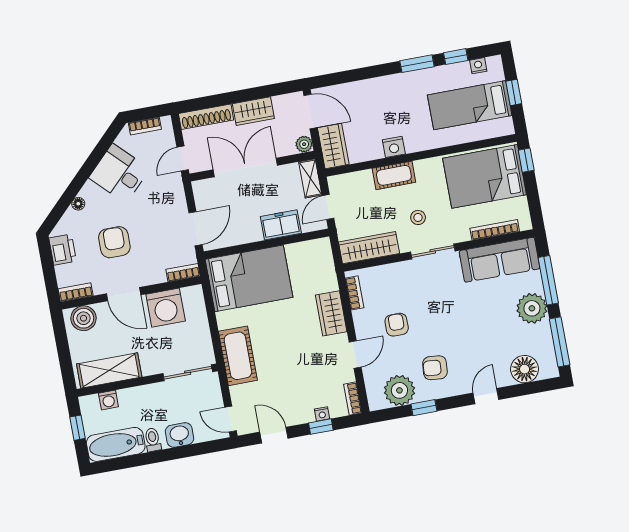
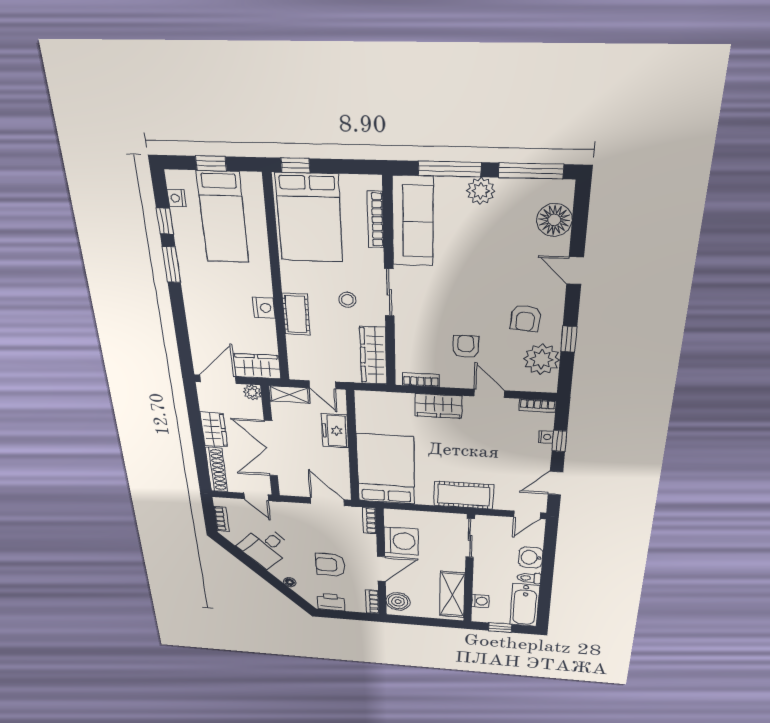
plant: (532, 308) -> (481, 191), width x0.73, depth x0.73
armchair: (397, 325) -> (466, 347), turned 90

